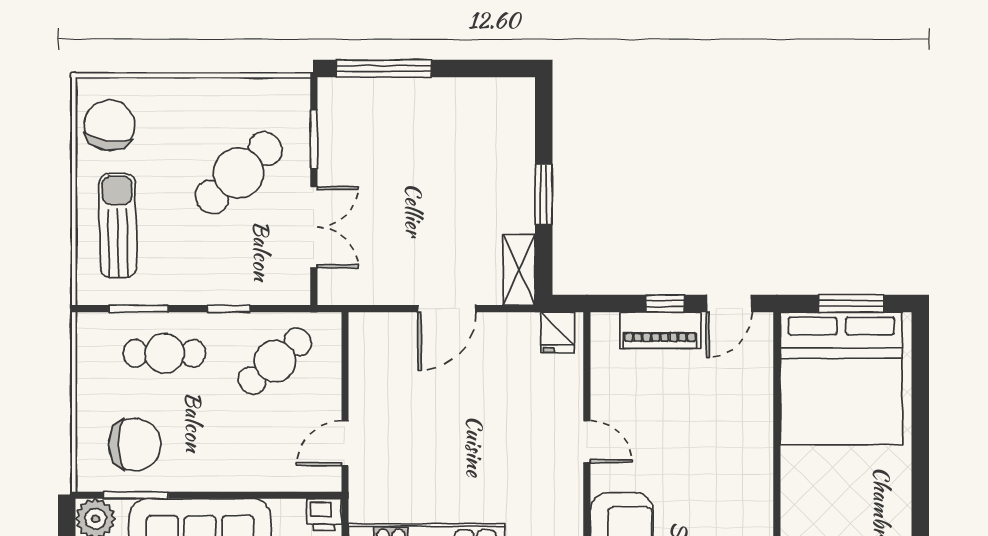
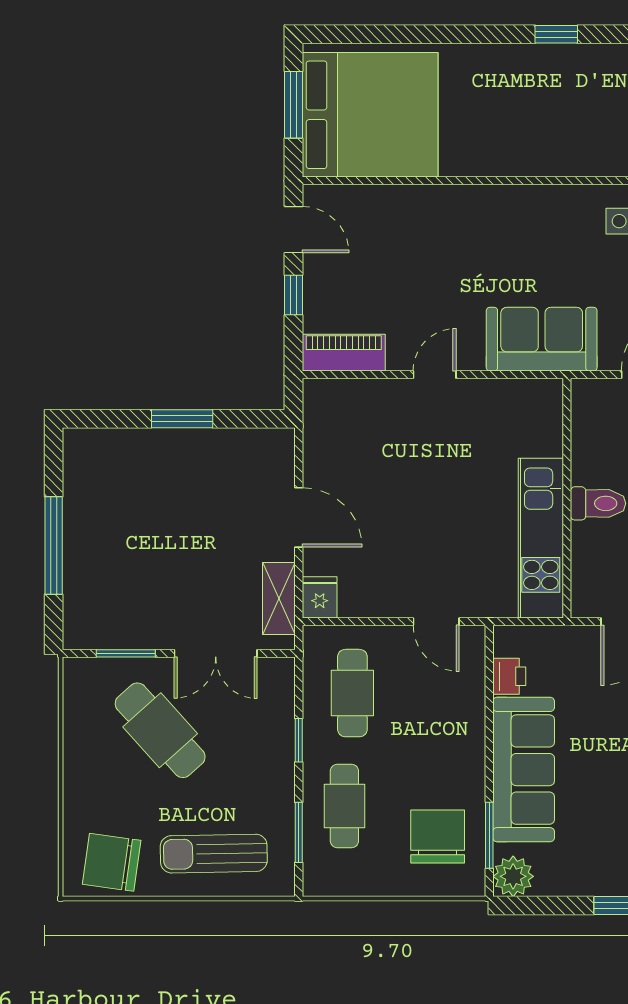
window: (384, 69) -> (54, 546), moved
double door: (314, 227) -> (216, 653), swing flipped
shelving: (519, 270) -> (279, 599), moved, turned 90
piano: (660, 330) -> (344, 353), moved, turned -90
fridge: (558, 332) -> (320, 597), moved, turned -90
cafe table: (275, 361) -> (352, 693), turned 40
printer: (324, 515) -> (509, 676), moved

